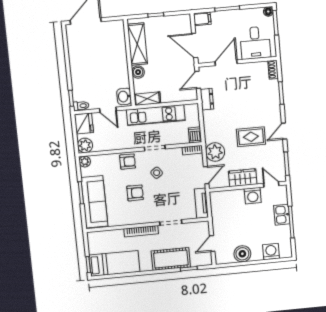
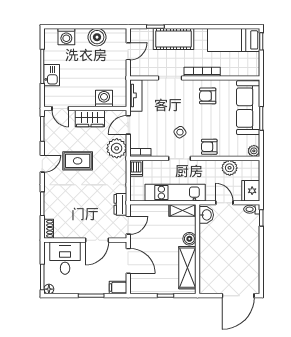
plant: (85, 145) -> (230, 168), moved
armchair: (135, 193) -> (208, 96), moved
washing machine: (253, 196) -> (104, 98), moved

